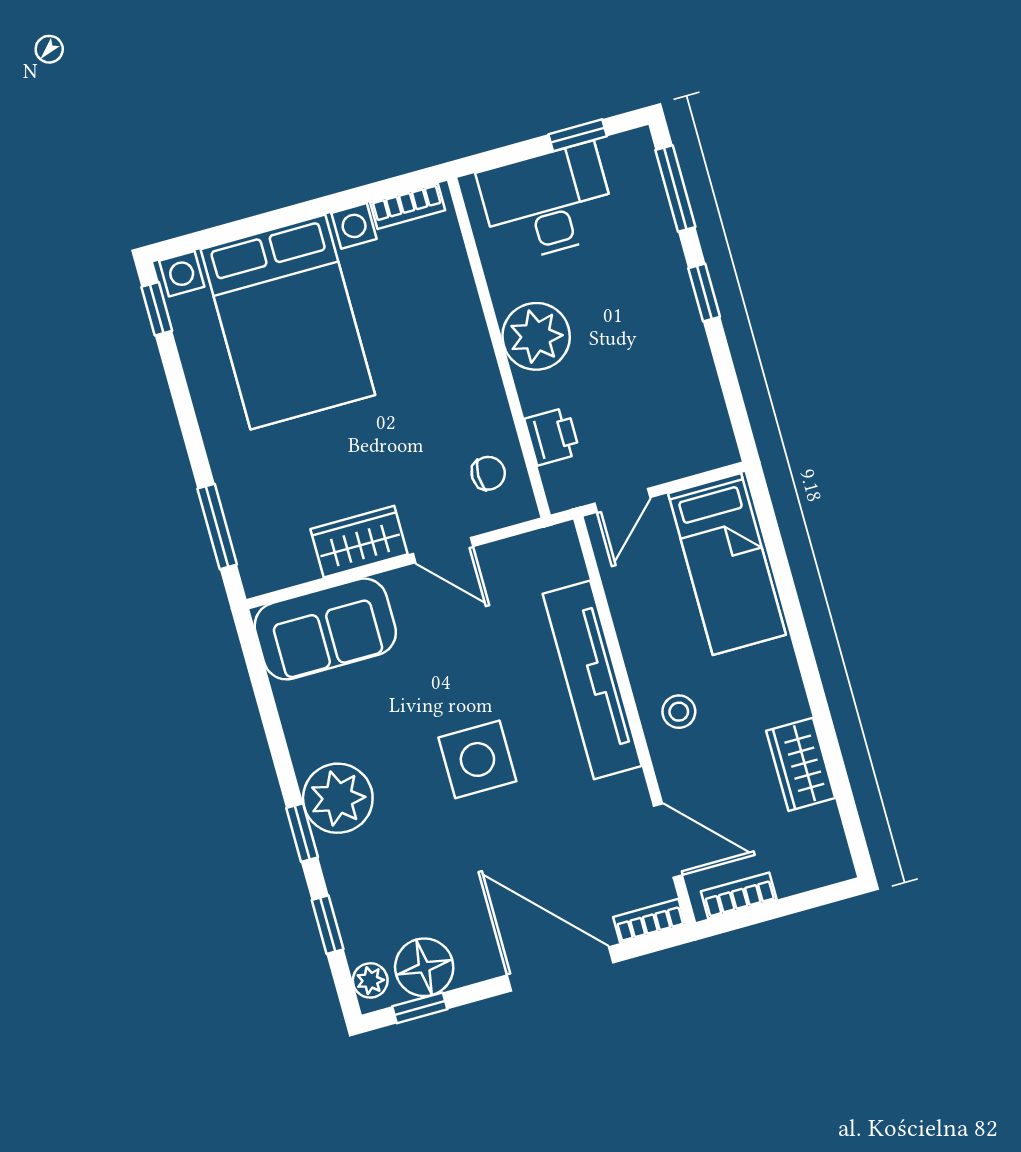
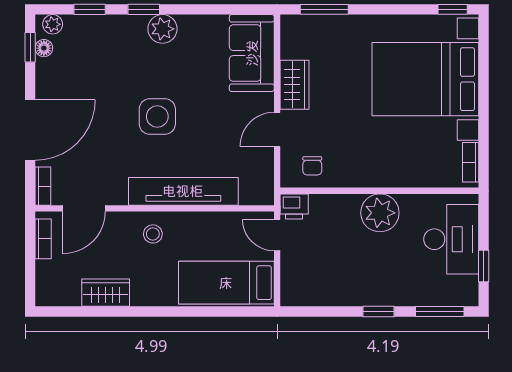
printer: (552, 436) -> (294, 206), moved
plant: (338, 798) -> (162, 29), width x0.73, depth x0.73
floor lamp: (424, 967) -> (44, 48), width x0.53, depth x0.53

